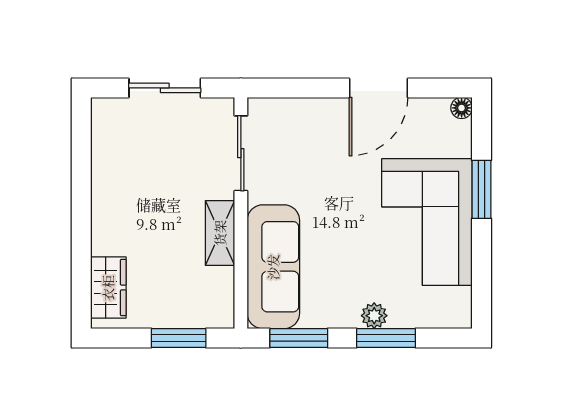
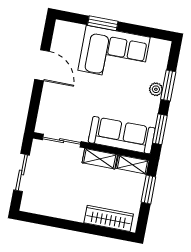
floor lamp: (462, 108) -> (60, 26), removed
wardrobe: (108, 288) -> (109, 218), width x1.50
shelving: (221, 298) -> (133, 165), added

